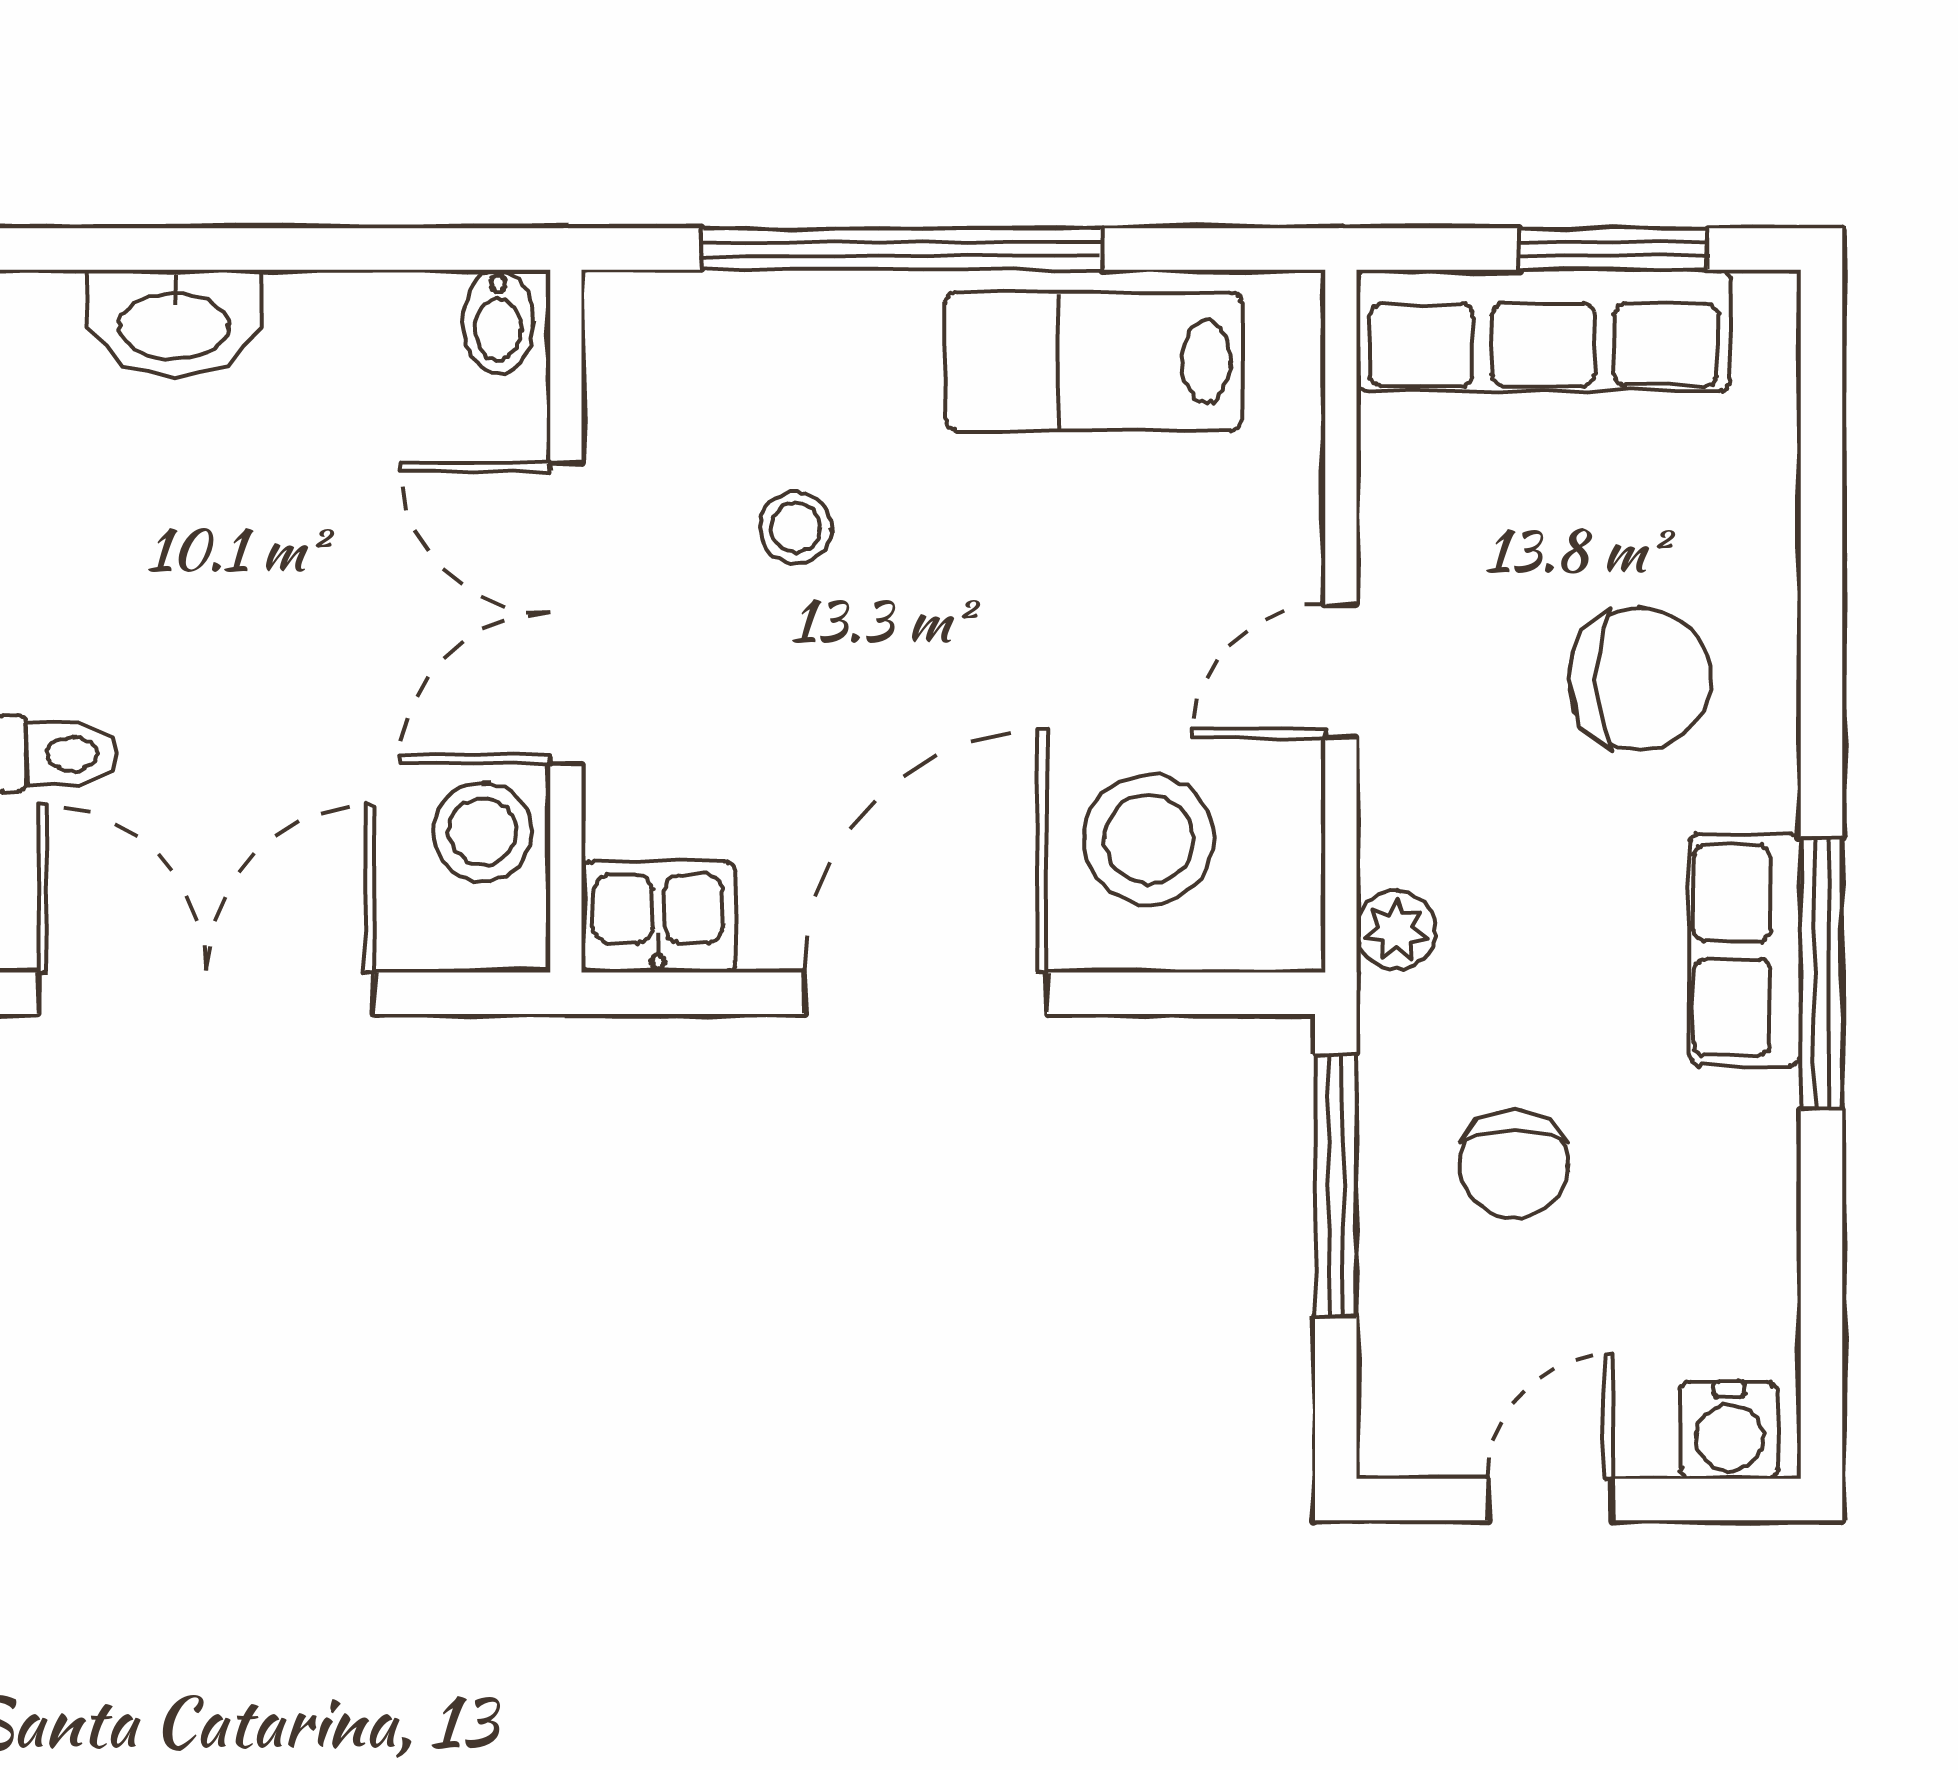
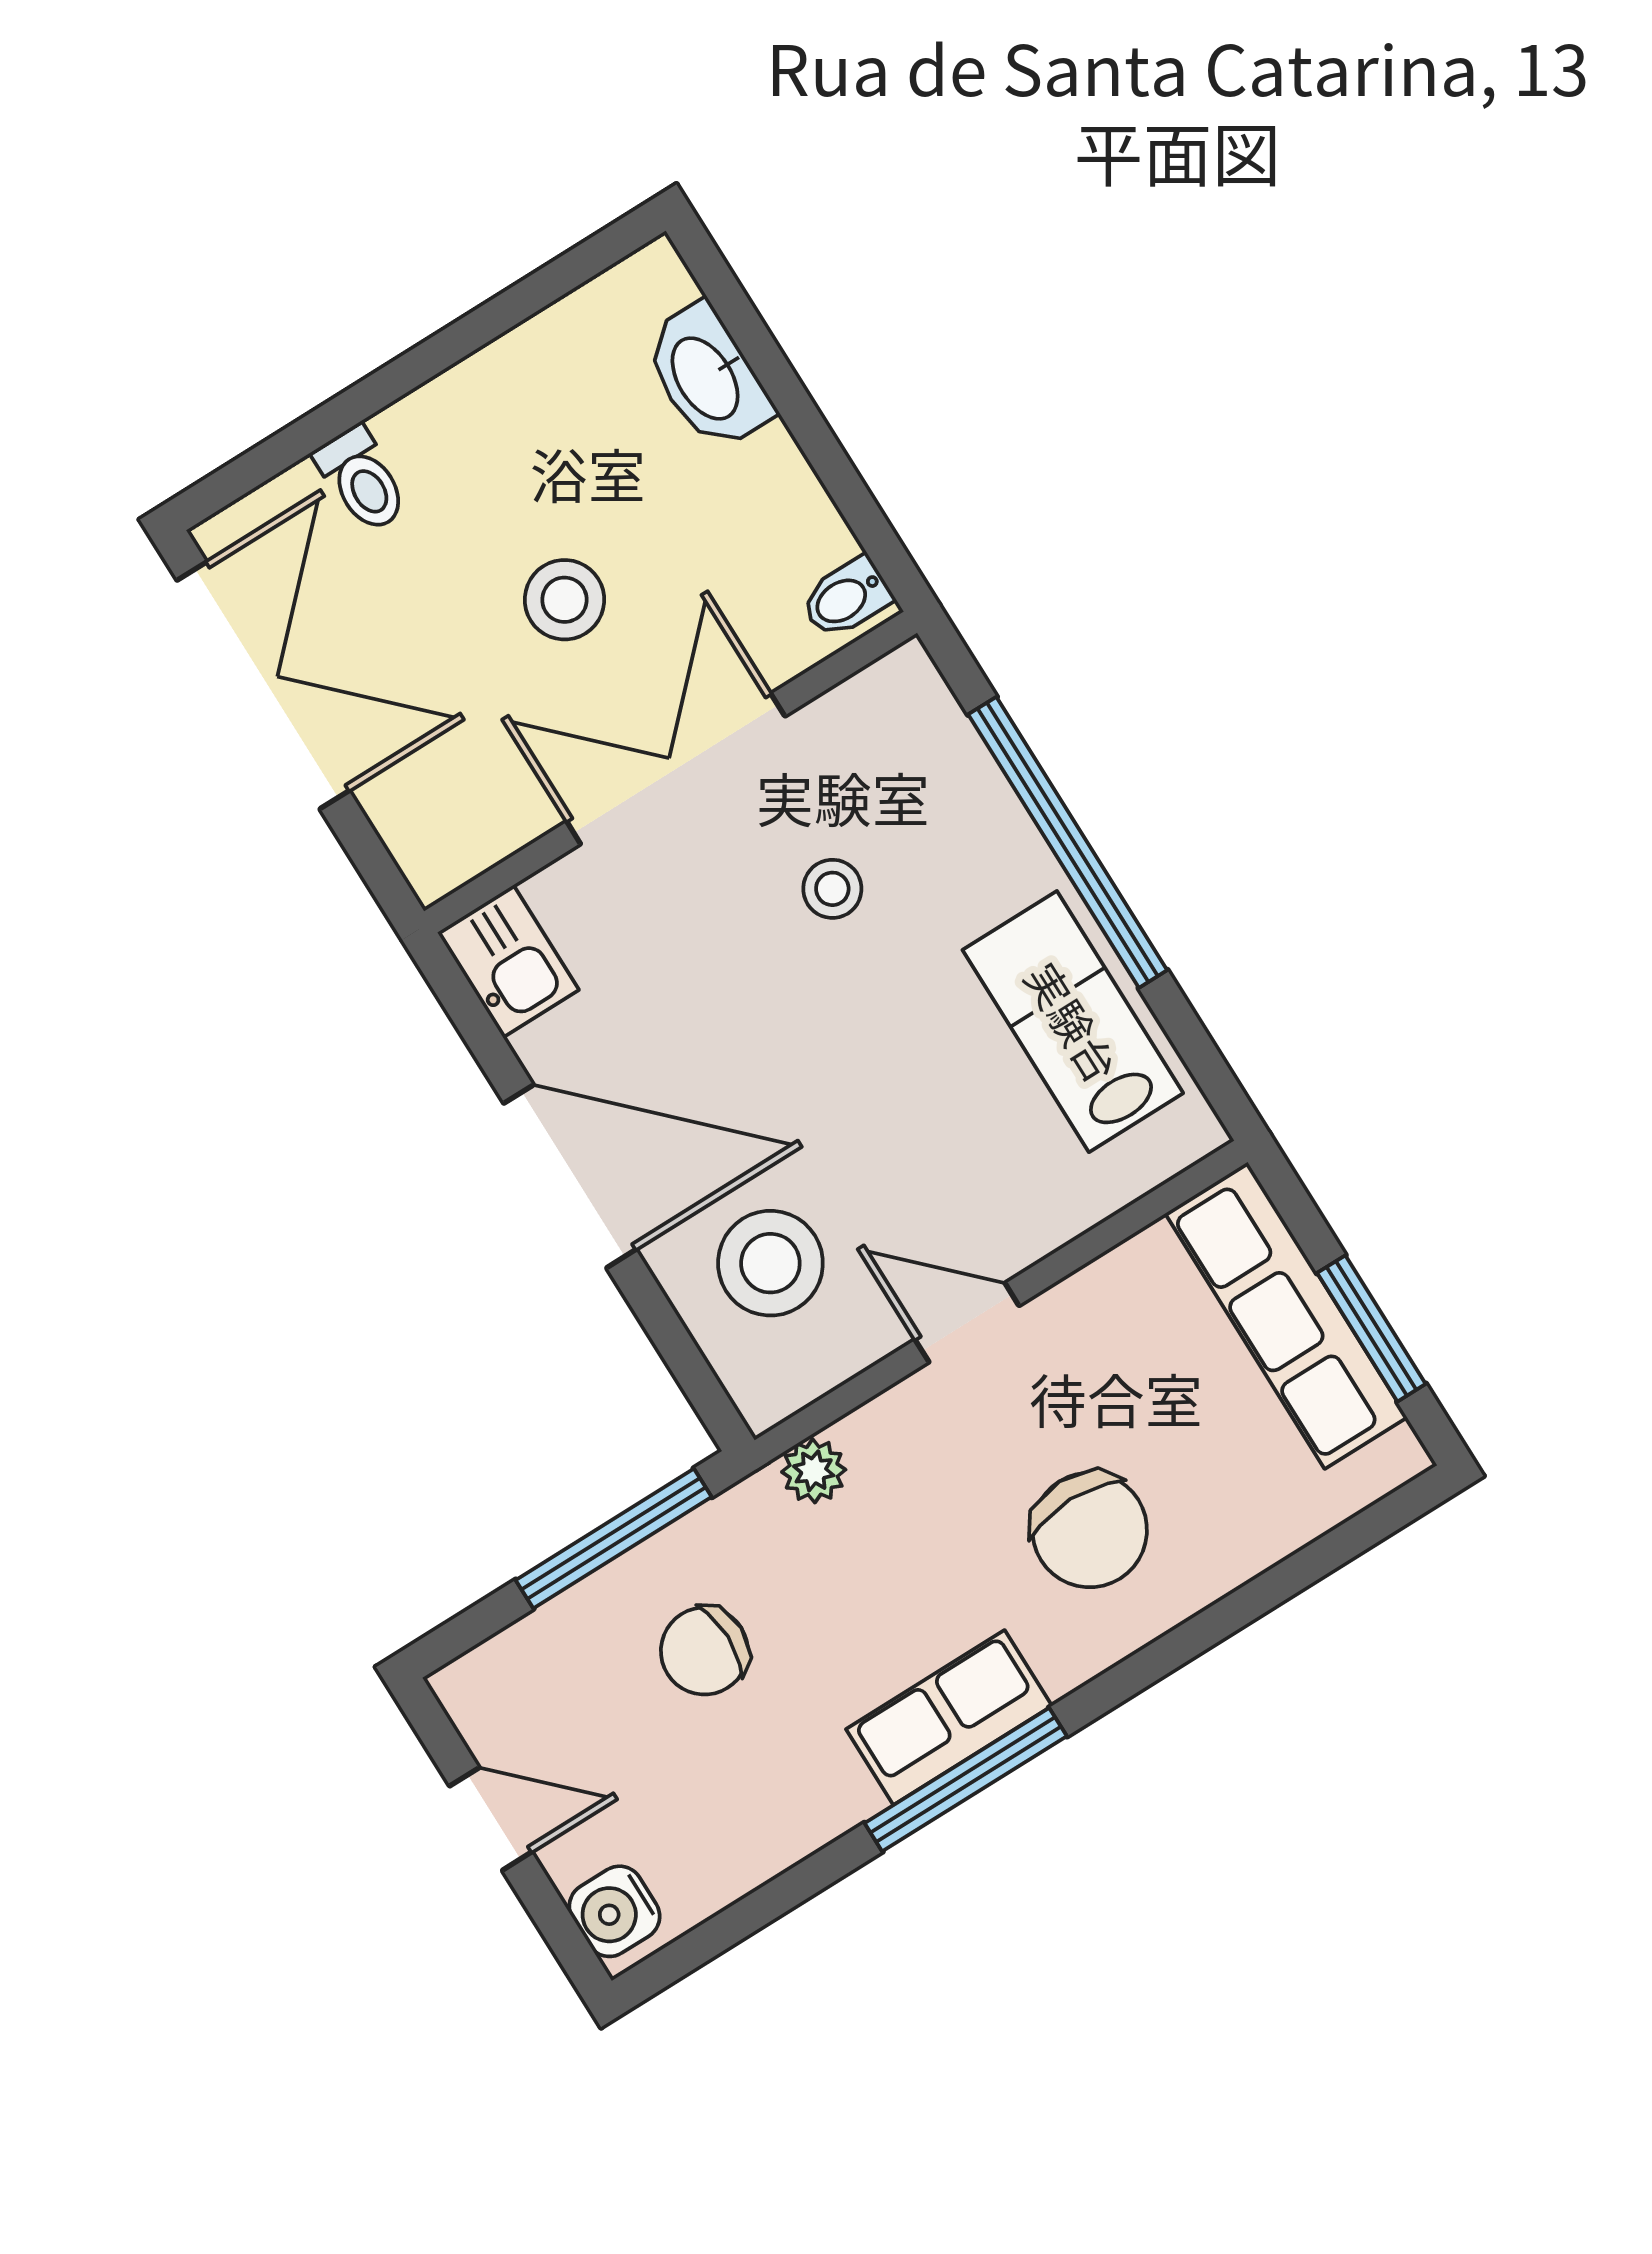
stool: (482, 832) -> (564, 600), moved

